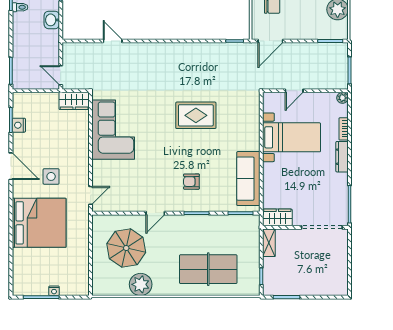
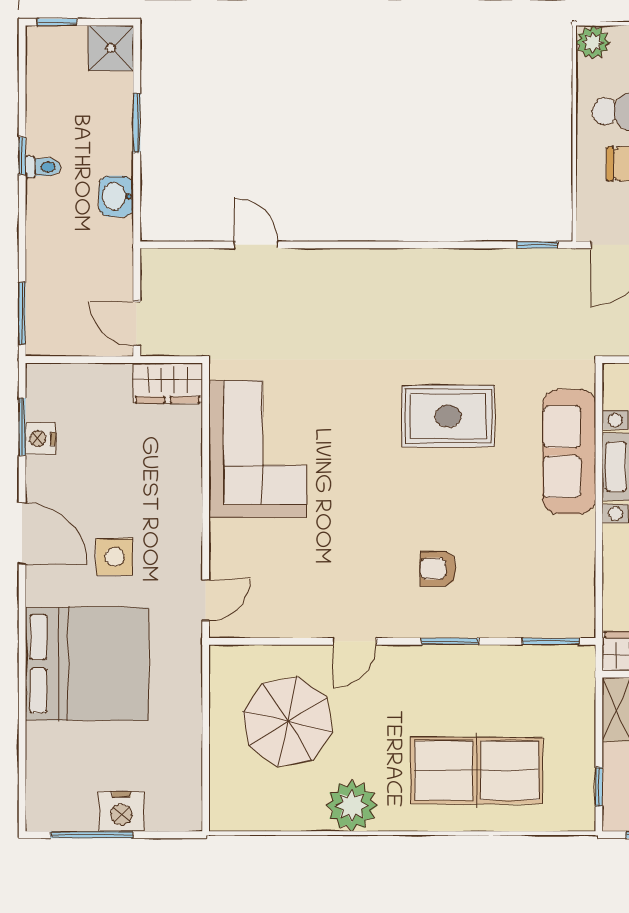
sofa: (248, 179) -> (569, 452), moved
plant: (141, 284) -> (352, 806), moved
nightstand: (54, 291) -> (121, 811), width x1.89, depth x1.79

